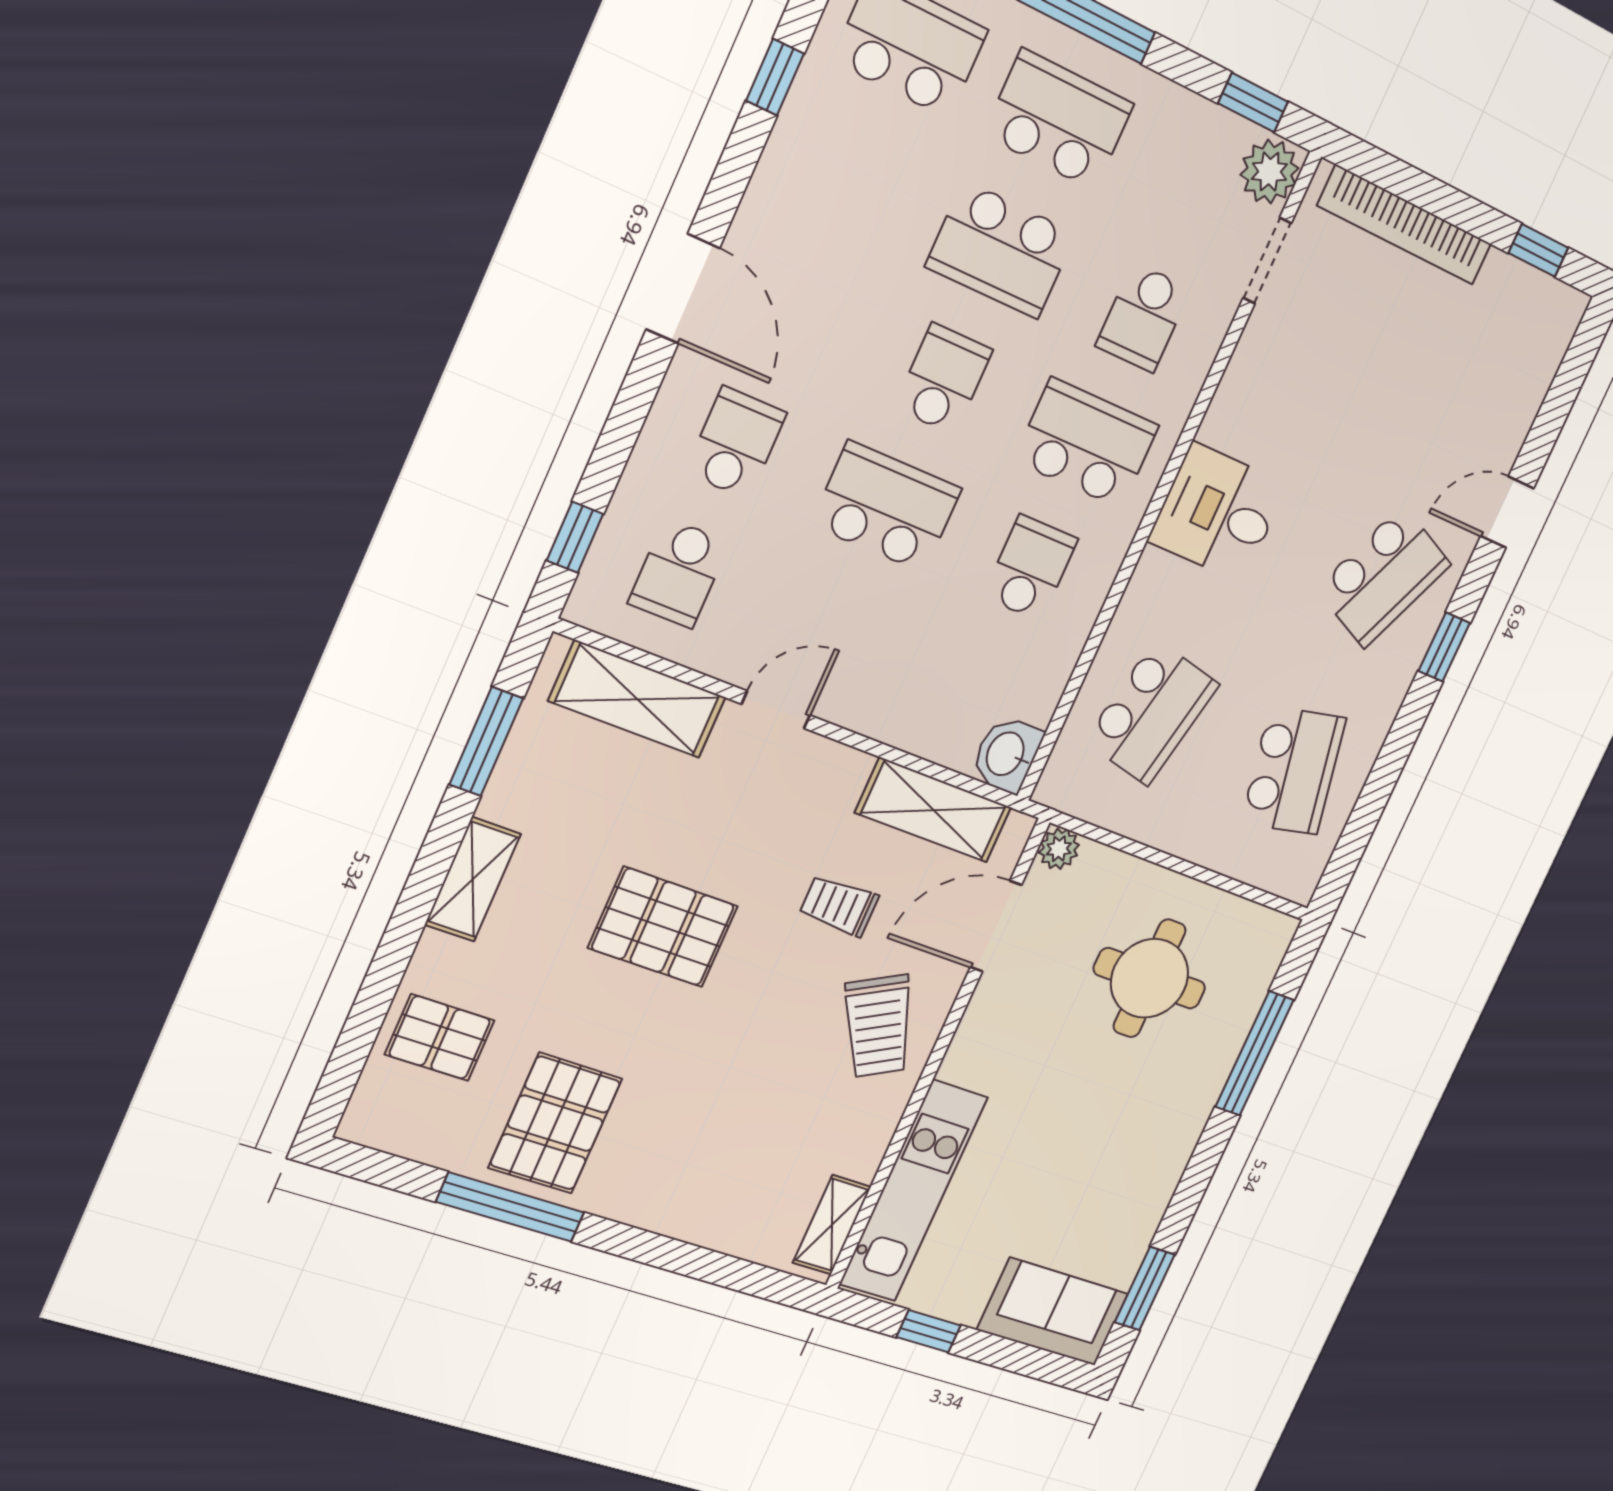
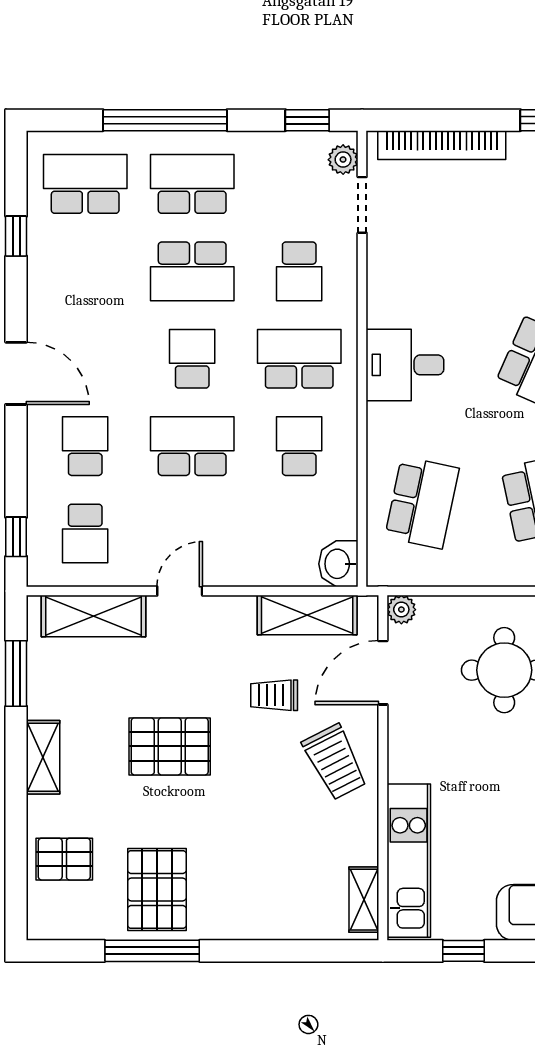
plant: (1269, 172) -> (343, 160), width x0.73, depth x0.73

